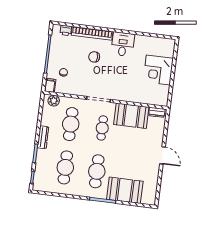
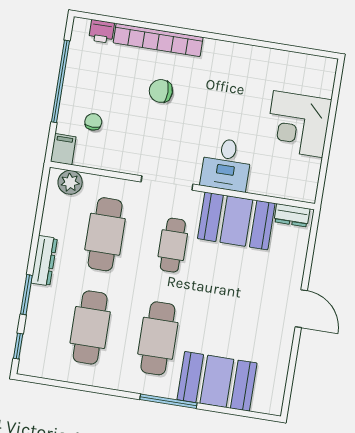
desk: (123, 44) -> (226, 164), moved, turned 180

